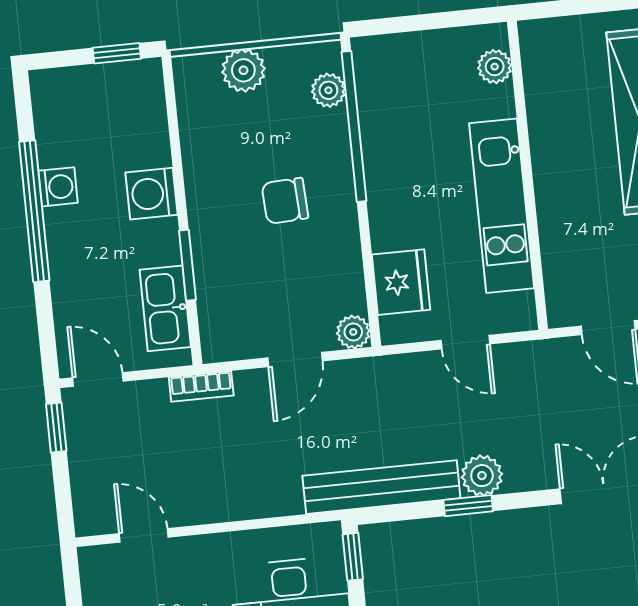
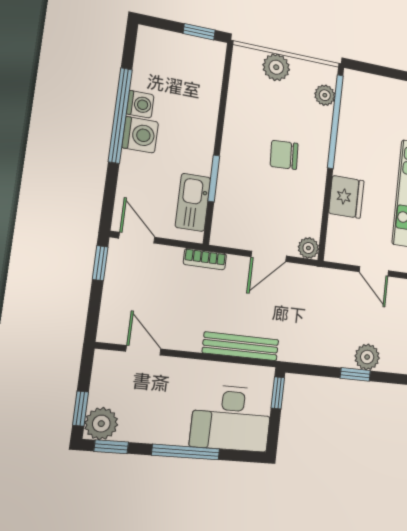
washing machine: (151, 194) -> (140, 135), moved, turned 180
fridge: (401, 282) -> (346, 197), moved
bench: (381, 487) -> (241, 346), moved, width x0.73, depth x0.82

